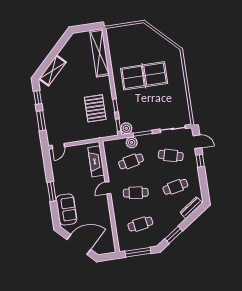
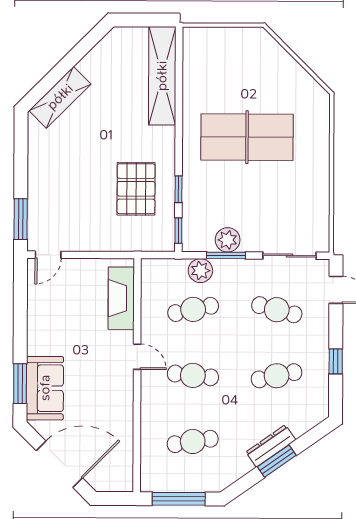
window: (38, 97) -> (21, 148), removed
window: (41, 121) -> (21, 219), moved
plant: (126, 128) -> (228, 240), moved
window: (200, 161) -> (336, 361), moved
door: (108, 188) -> (137, 357), swing flipped
window: (52, 192) -> (20, 384), moved
dresser: (191, 208) -> (271, 446), moved
window: (174, 235) -> (277, 461), moved

